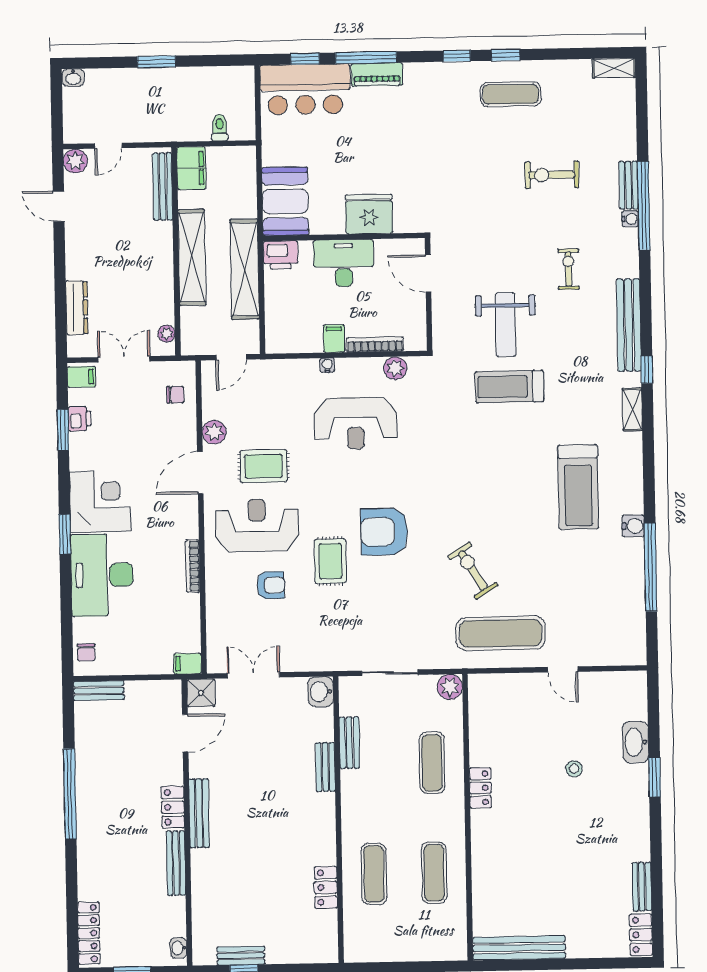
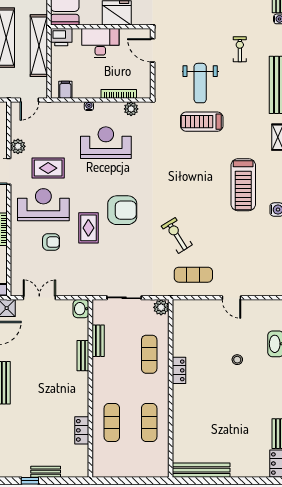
filing cabinet: (334, 339) -> (65, 90), moved
reception desk: (356, 423) -> (106, 143), turned 180
armchair: (384, 532) -> (122, 210), turned 180
exercise mat: (501, 633) -> (193, 275), width x0.73, depth x0.69
bench: (241, 956) -> (46, 472), moved

